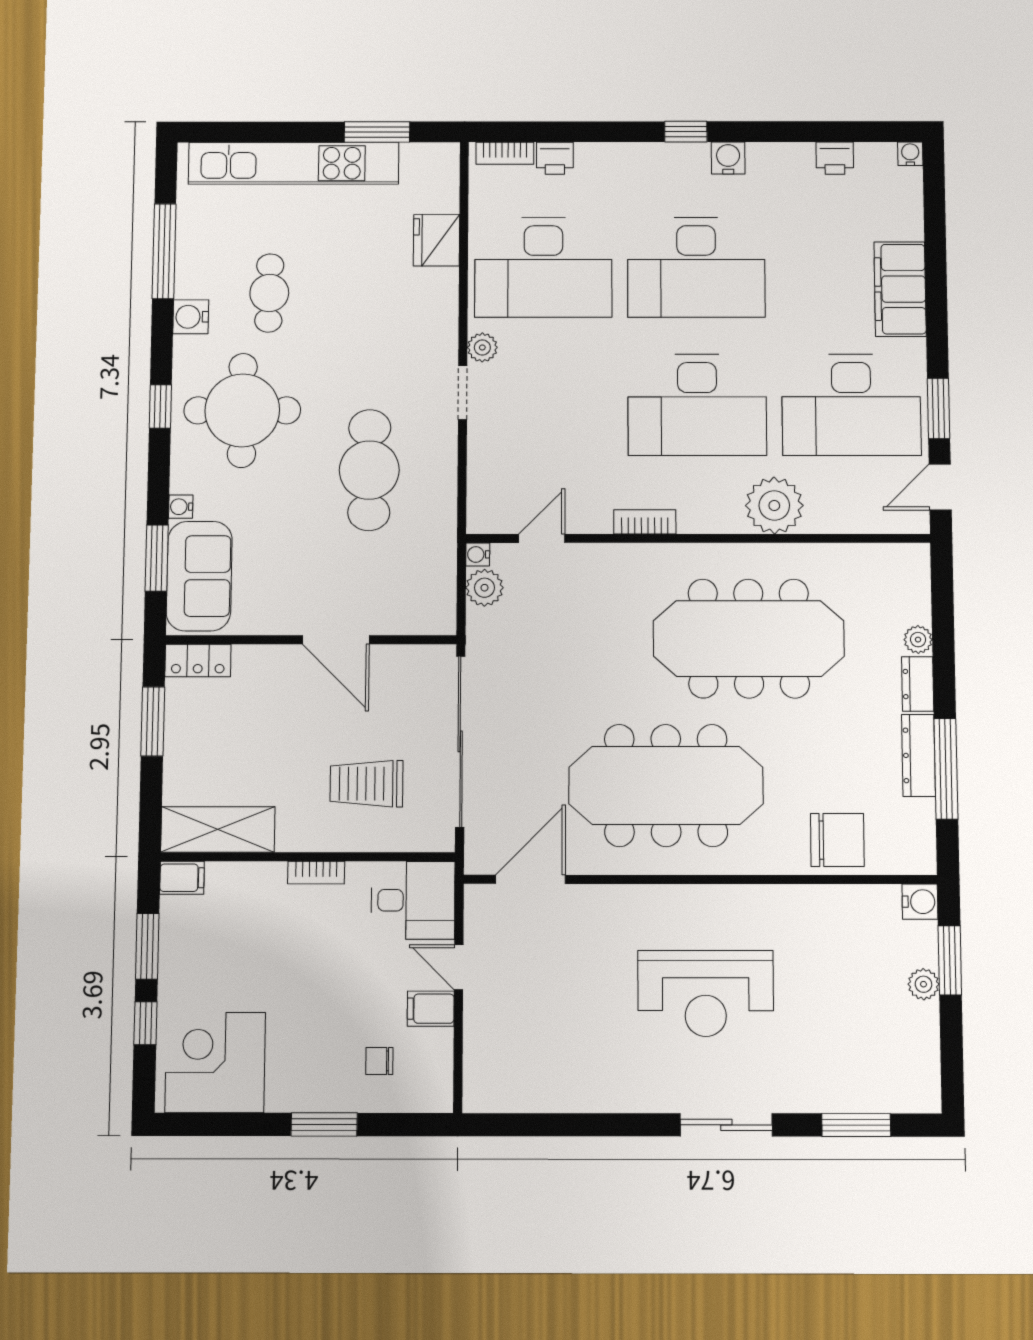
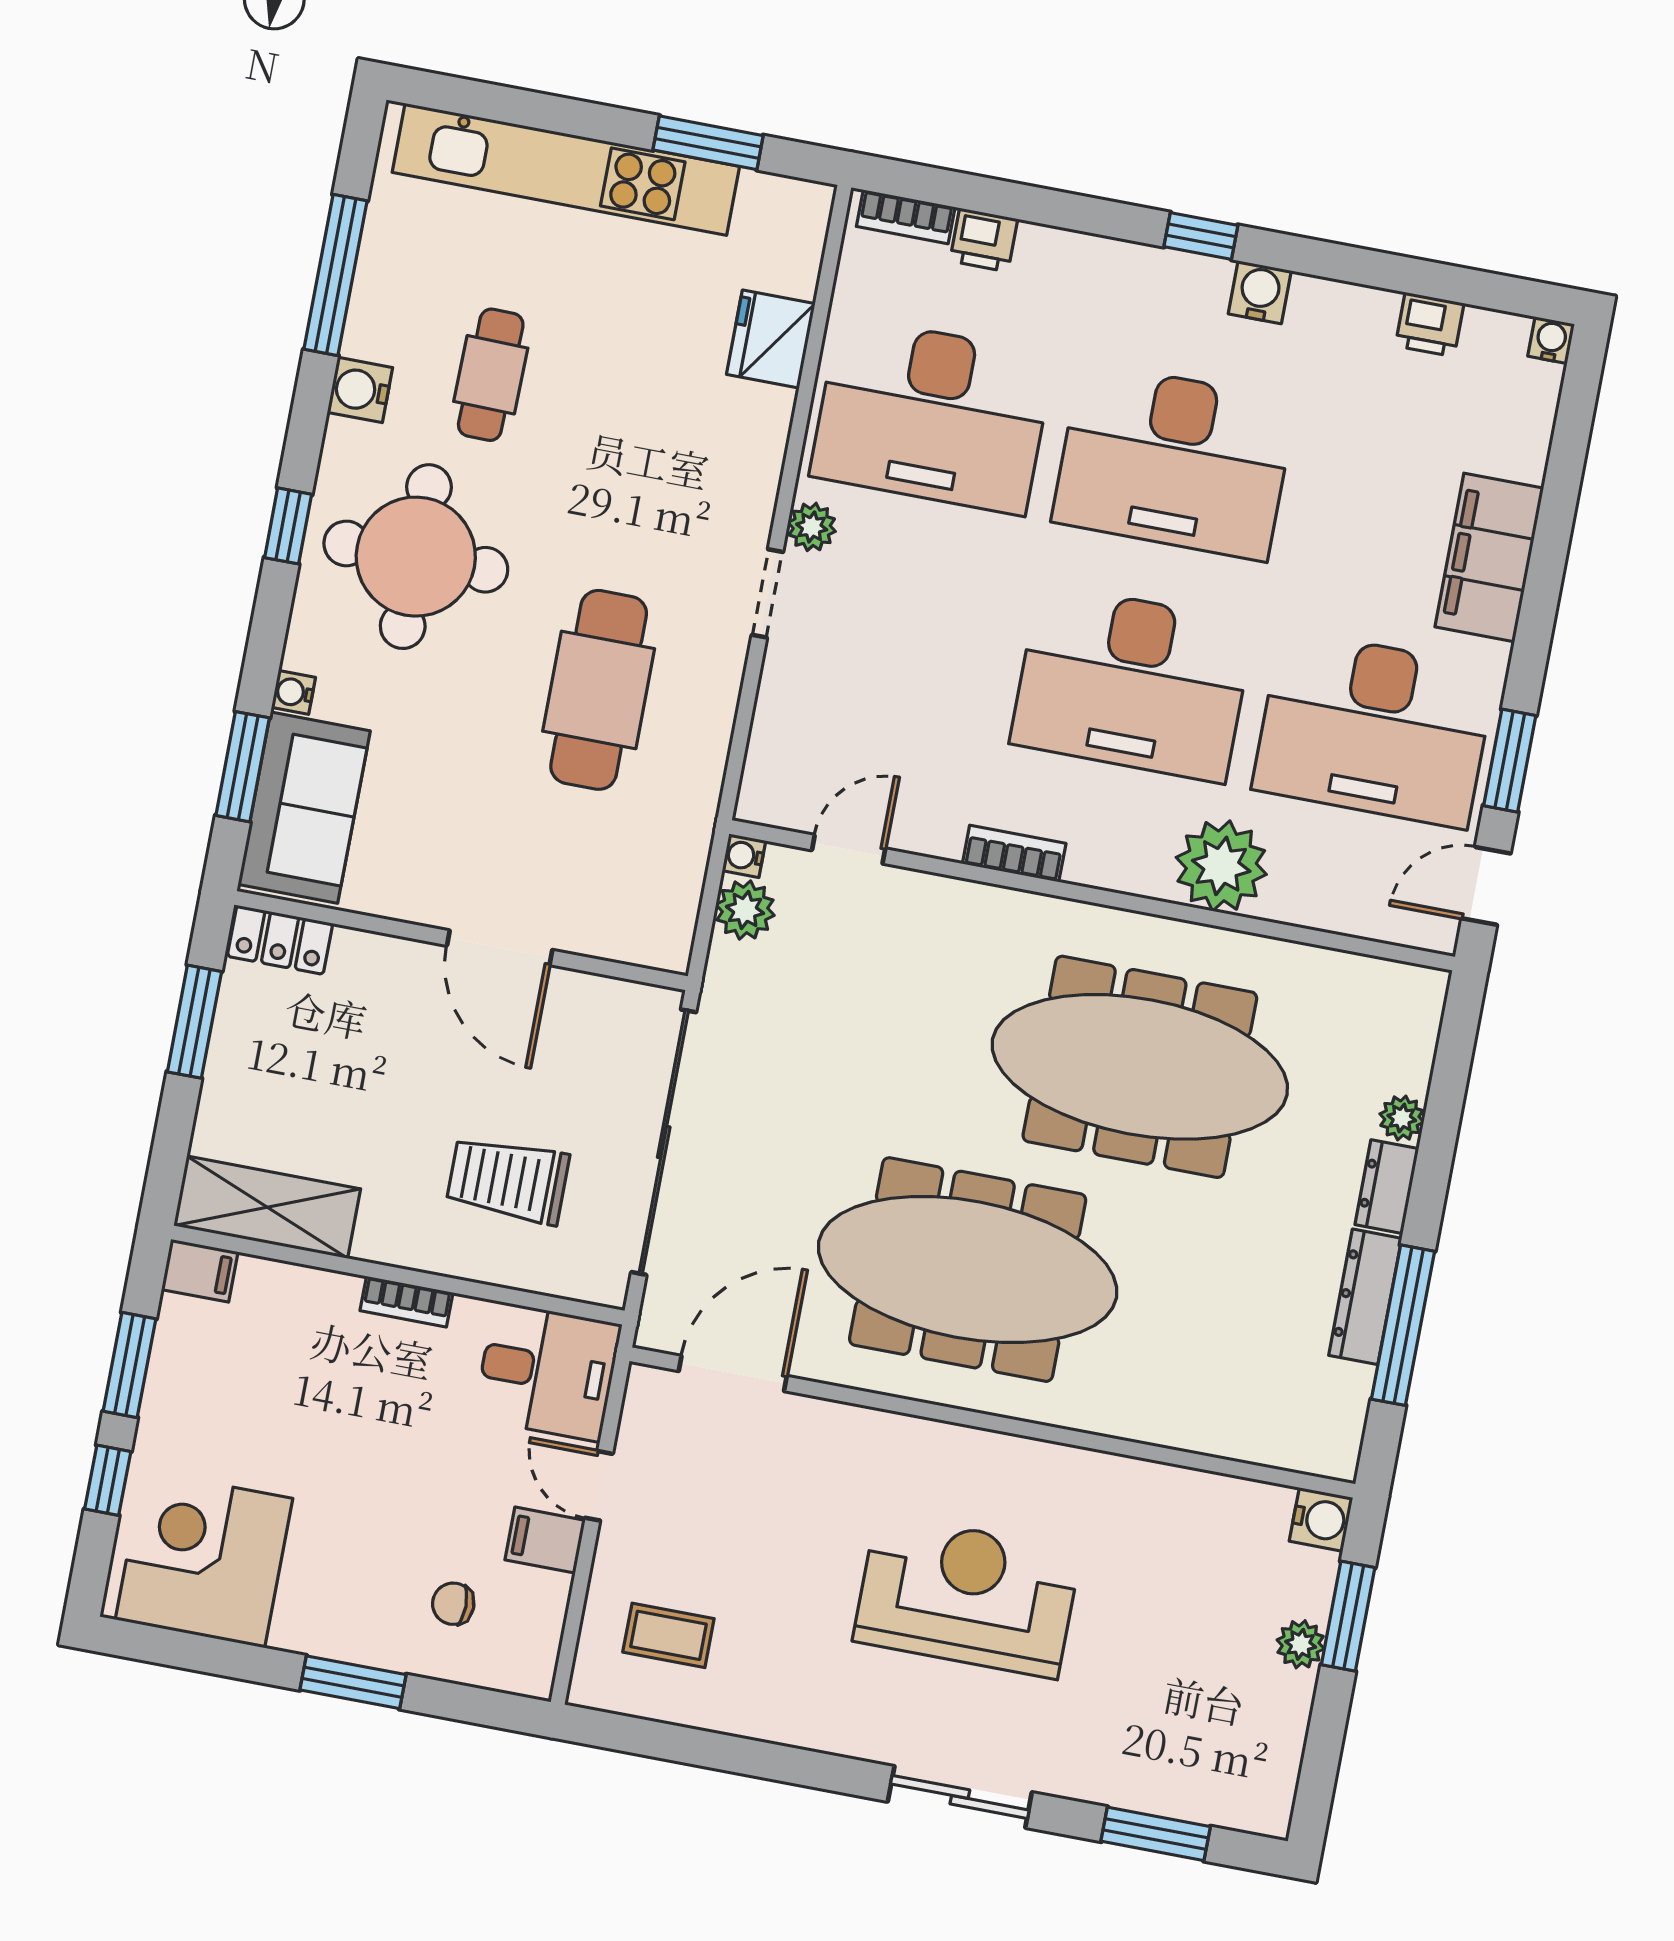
chair: (837, 840) -> (1214, 1402), removed
reception desk: (706, 993) -> (967, 1596), turned 180
coffee table: (520, 1055) -> (668, 1635), added

